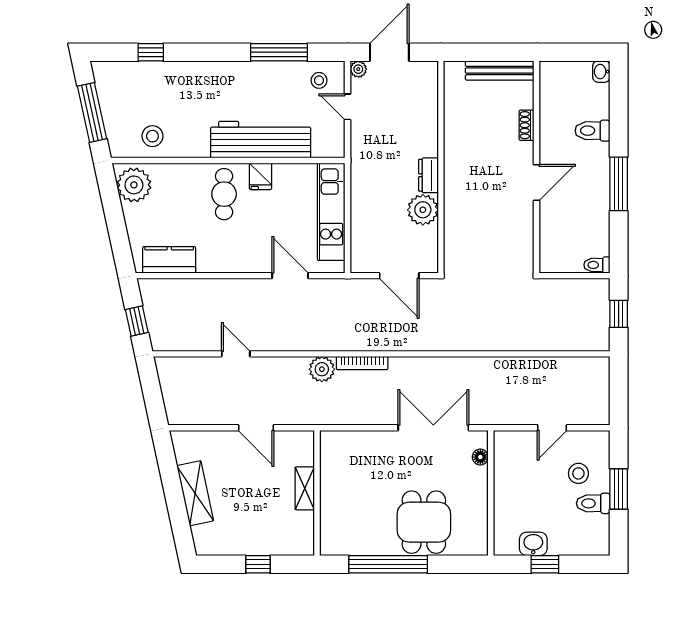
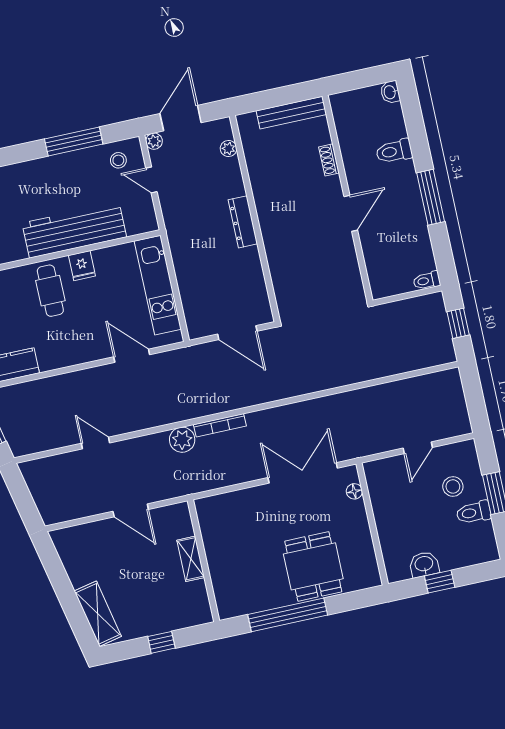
dresser: (428, 175) -> (243, 222), width x1.44
plant: (423, 210) -> (229, 149), moved, width x0.53, depth x0.53
shelving: (195, 493) -> (98, 614), moved

